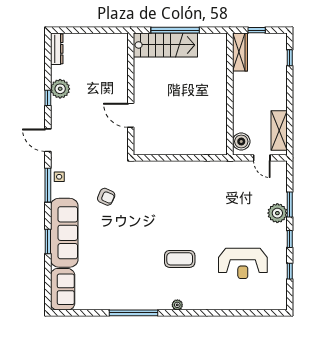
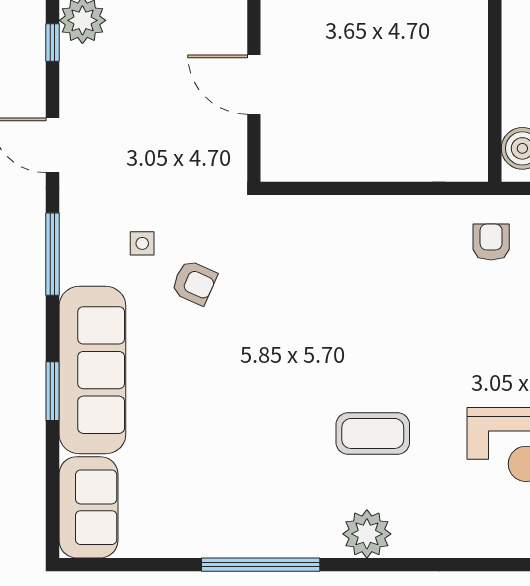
side table: (59, 177) -> (142, 243), moved
armchair: (228, 180) -> (491, 242), added
plant: (177, 305) -> (367, 534), width x1.88, depth x1.88

